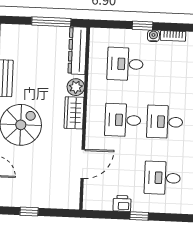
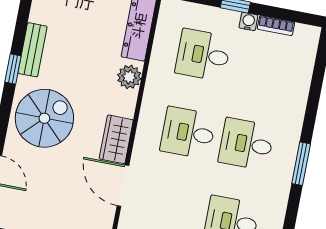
wardrobe: (74, 113) -> (116, 139), moved
door: (83, 164) -> (123, 186), swing flipped

